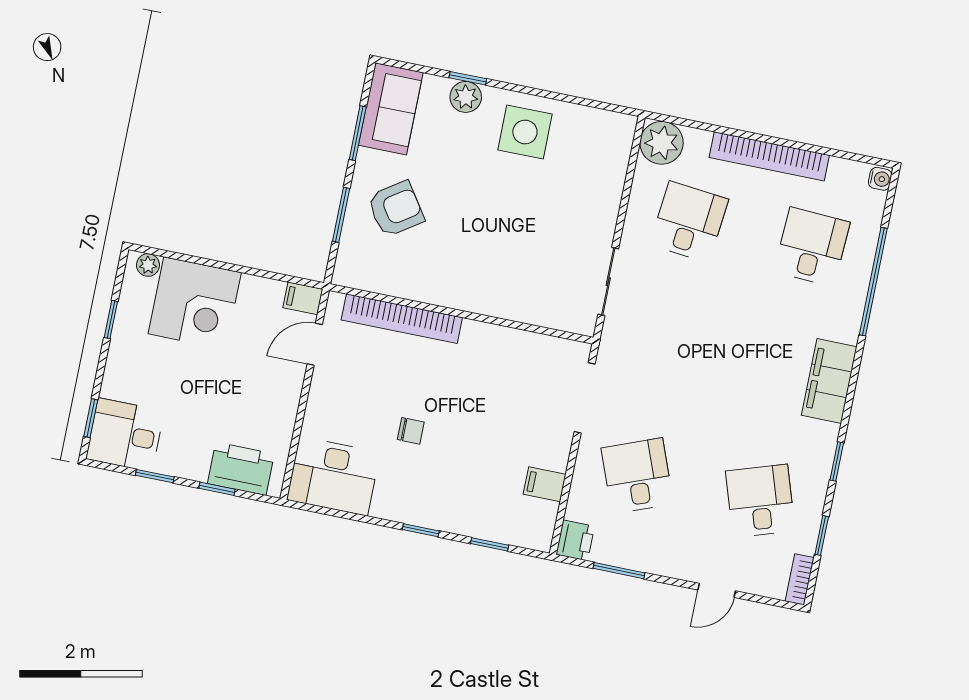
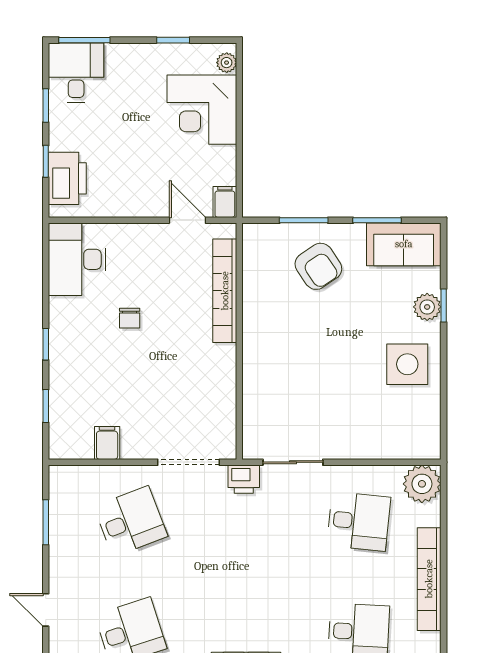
window: (91, 418) -> (84, 40), width x1.50
printer: (575, 540) -> (244, 479), moved

